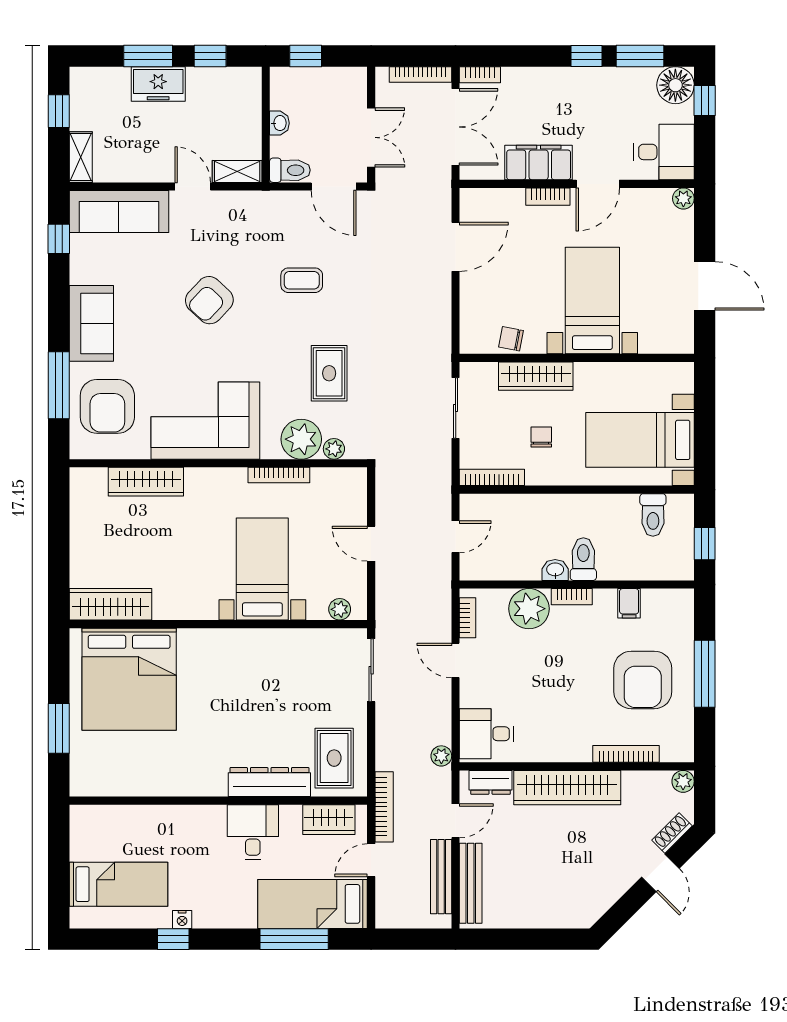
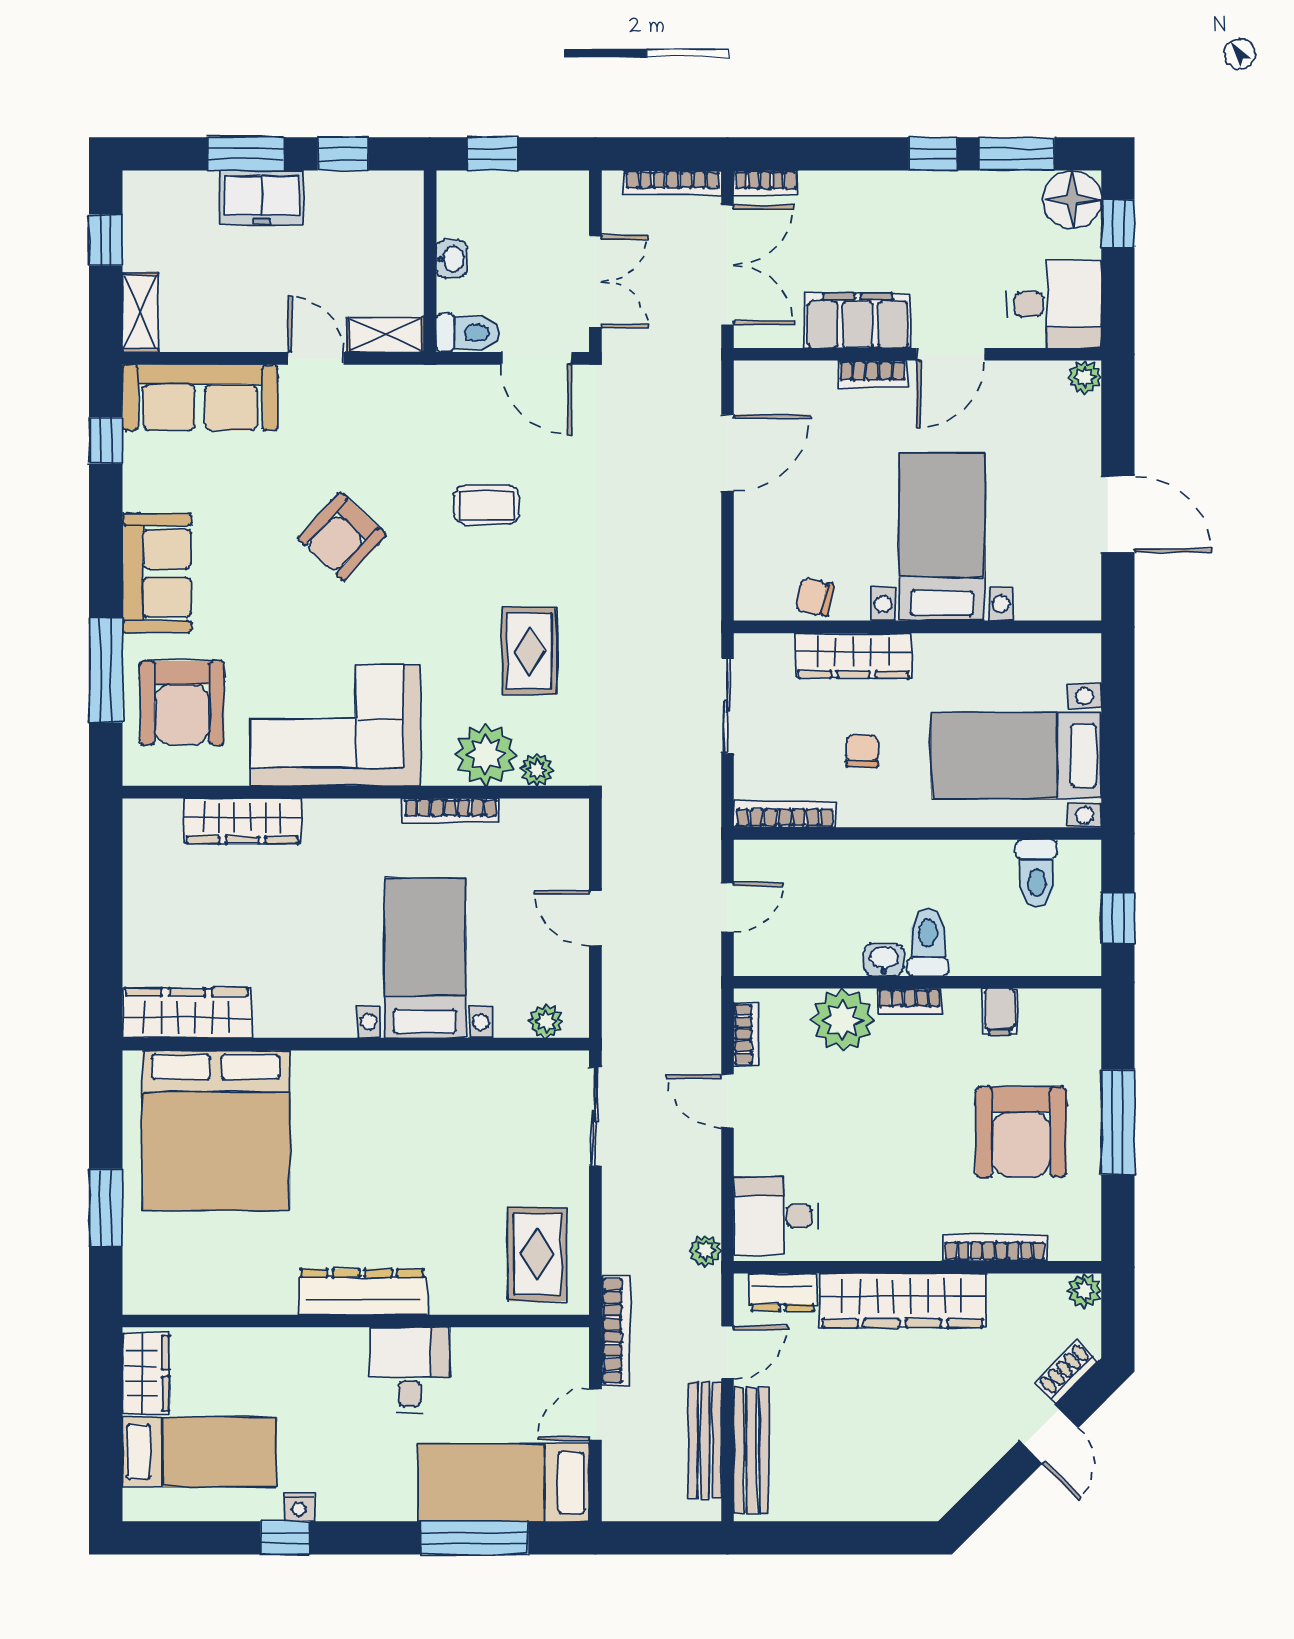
dresser: (269, 782) -> (362, 1292), moved
wardrobe: (329, 820) -> (146, 1373), moved, turned -90

